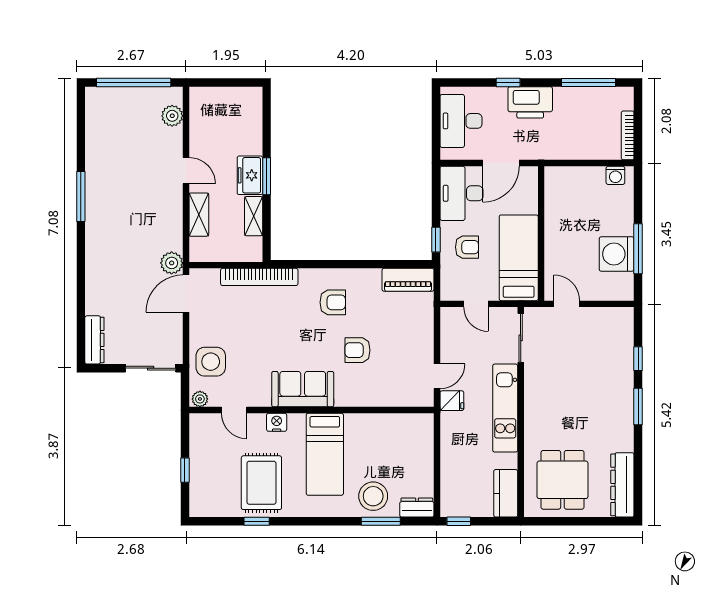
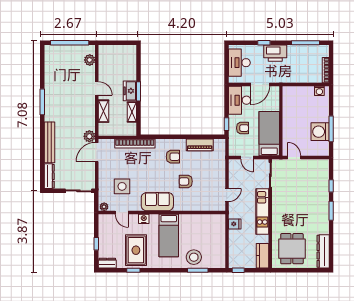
bench: (95, 275) -> (50, 142), added
piano: (408, 280) -> (200, 145), moved
side table: (211, 362) -> (122, 186), moved
fridge: (452, 401) -> (235, 224), moved
dresser: (417, 508) -> (107, 263), moved

